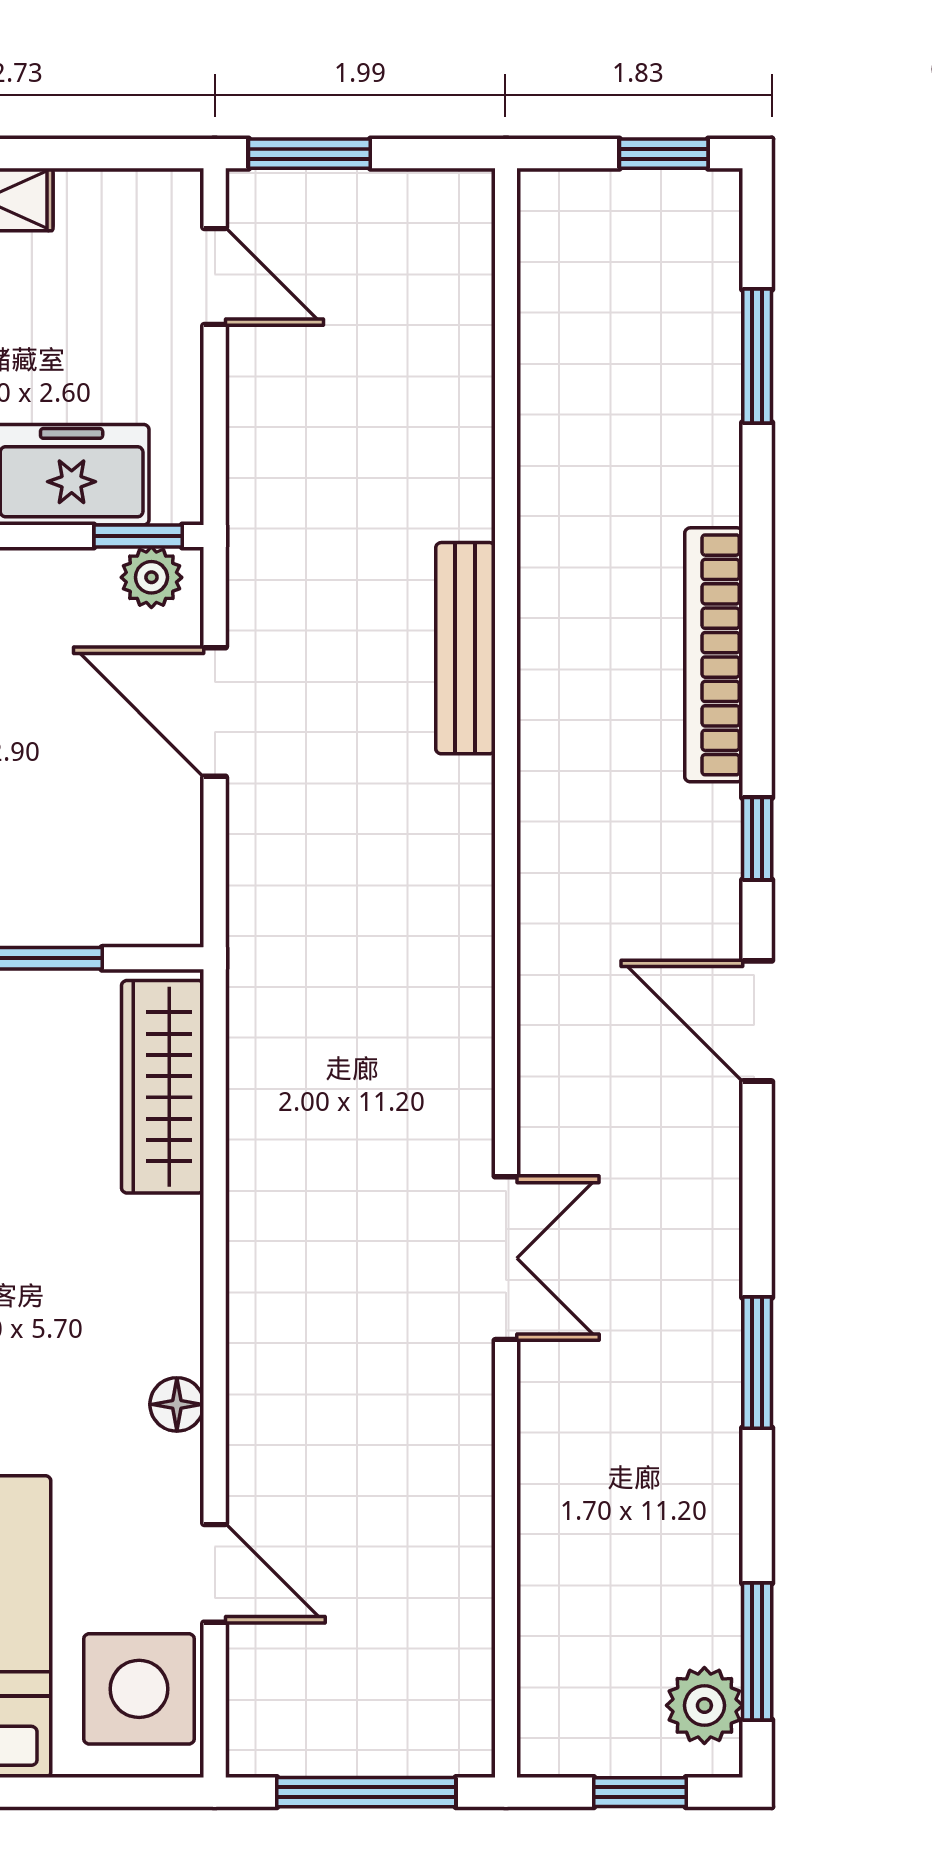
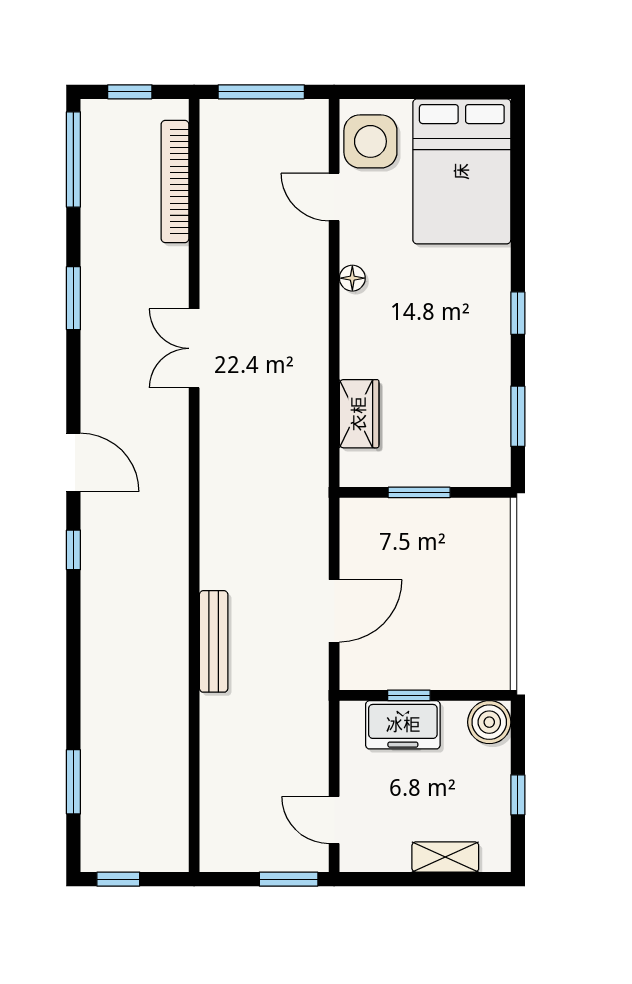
window: (138, 536) -> (409, 695), moved
plant: (151, 577) -> (364, 675), removed
bookcase: (714, 655) -> (175, 181), moved, turned 180
door: (215, 712) -> (334, 611), hinge flipped
wardrobe: (163, 1087) -> (359, 414), width x0.67
window: (757, 1651) -> (73, 159), width x1.44
plant: (704, 1705) -> (99, 133), removed

